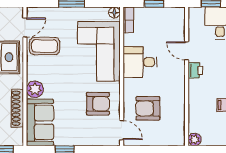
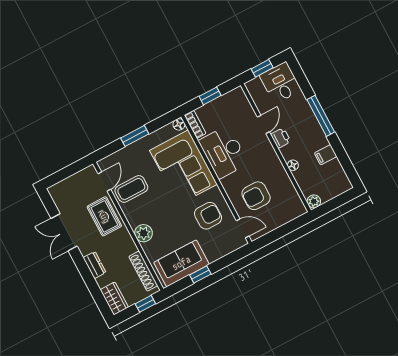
door: (187, 51) -> (263, 124), swing flipped
desk: (140, 62) -> (224, 152), width x1.37
floor lamp: (193, 99) -> (293, 165), added
shoe rack: (18, 108) -> (143, 271), moved
sofa: (40, 122) -> (181, 263), moved, turned -90

